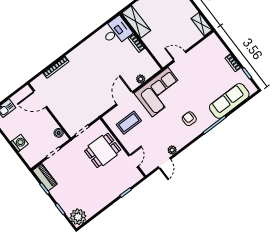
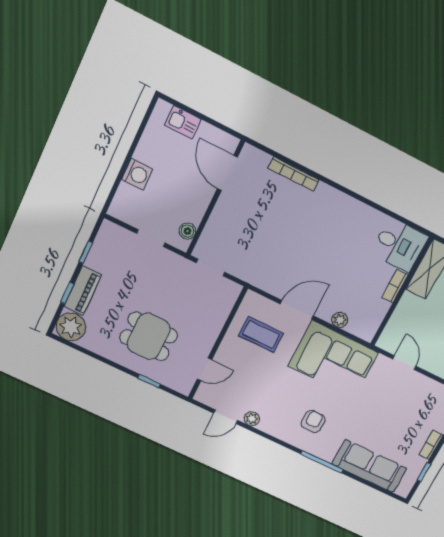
dining table: (103, 150) -> (148, 336), moved
piano: (45, 177) -> (83, 291), moved

